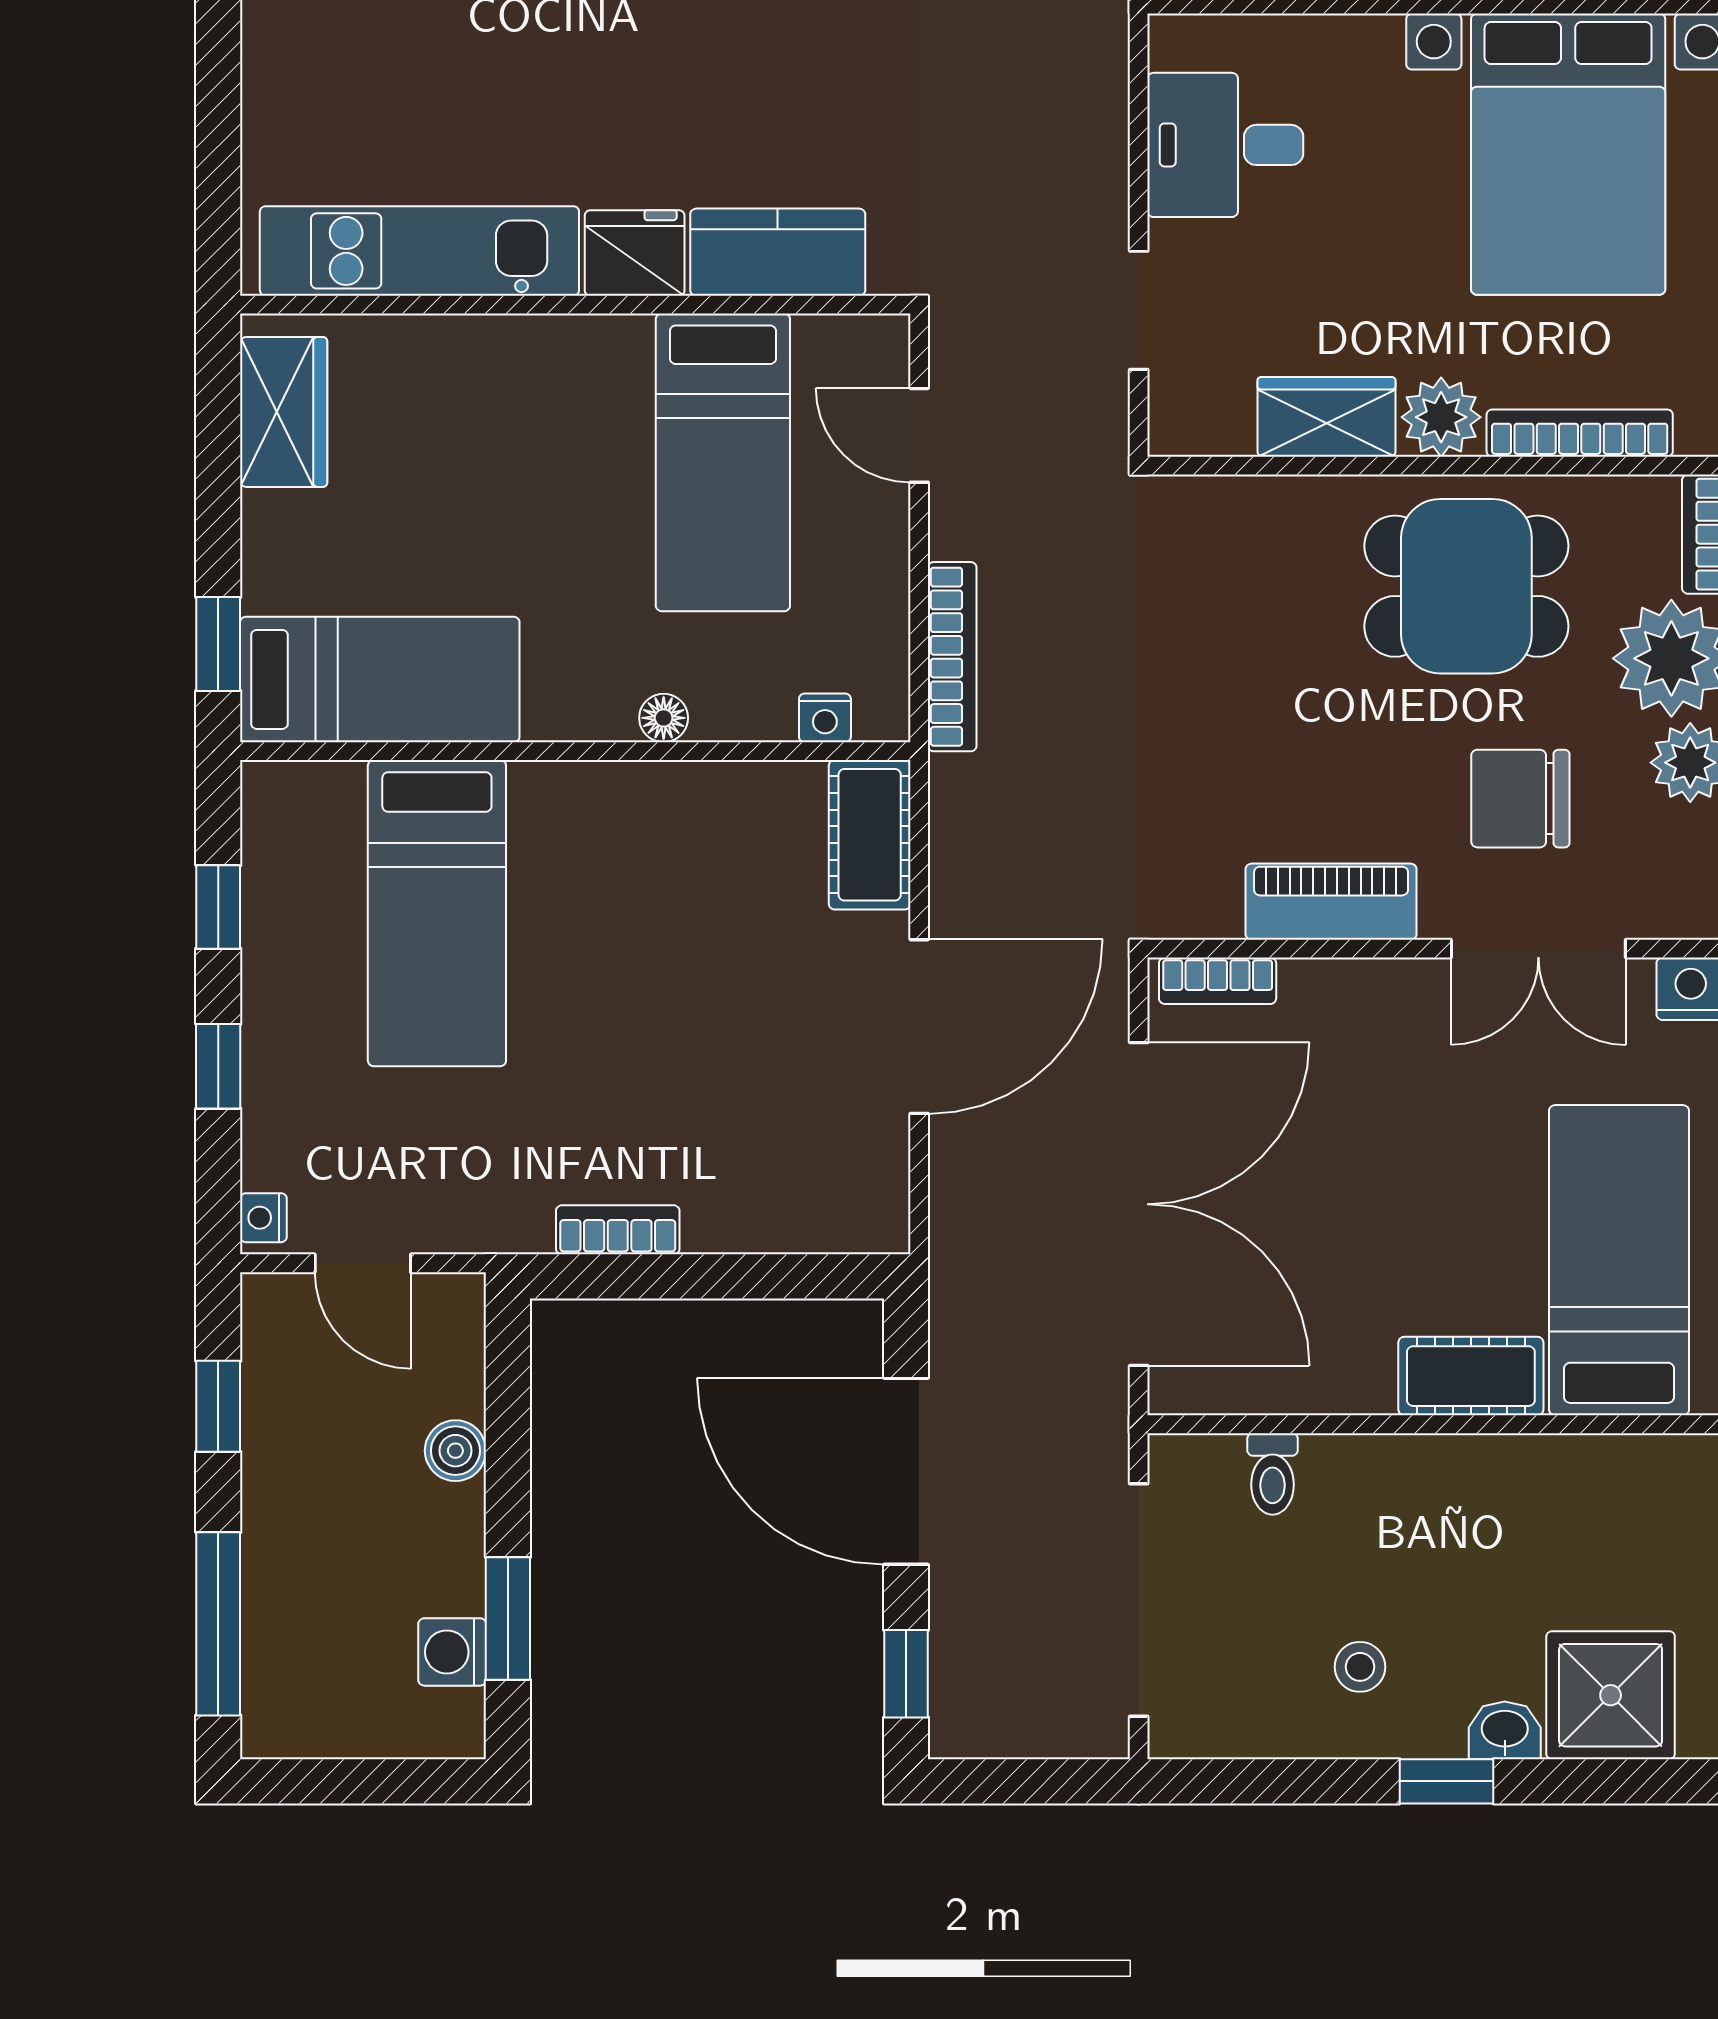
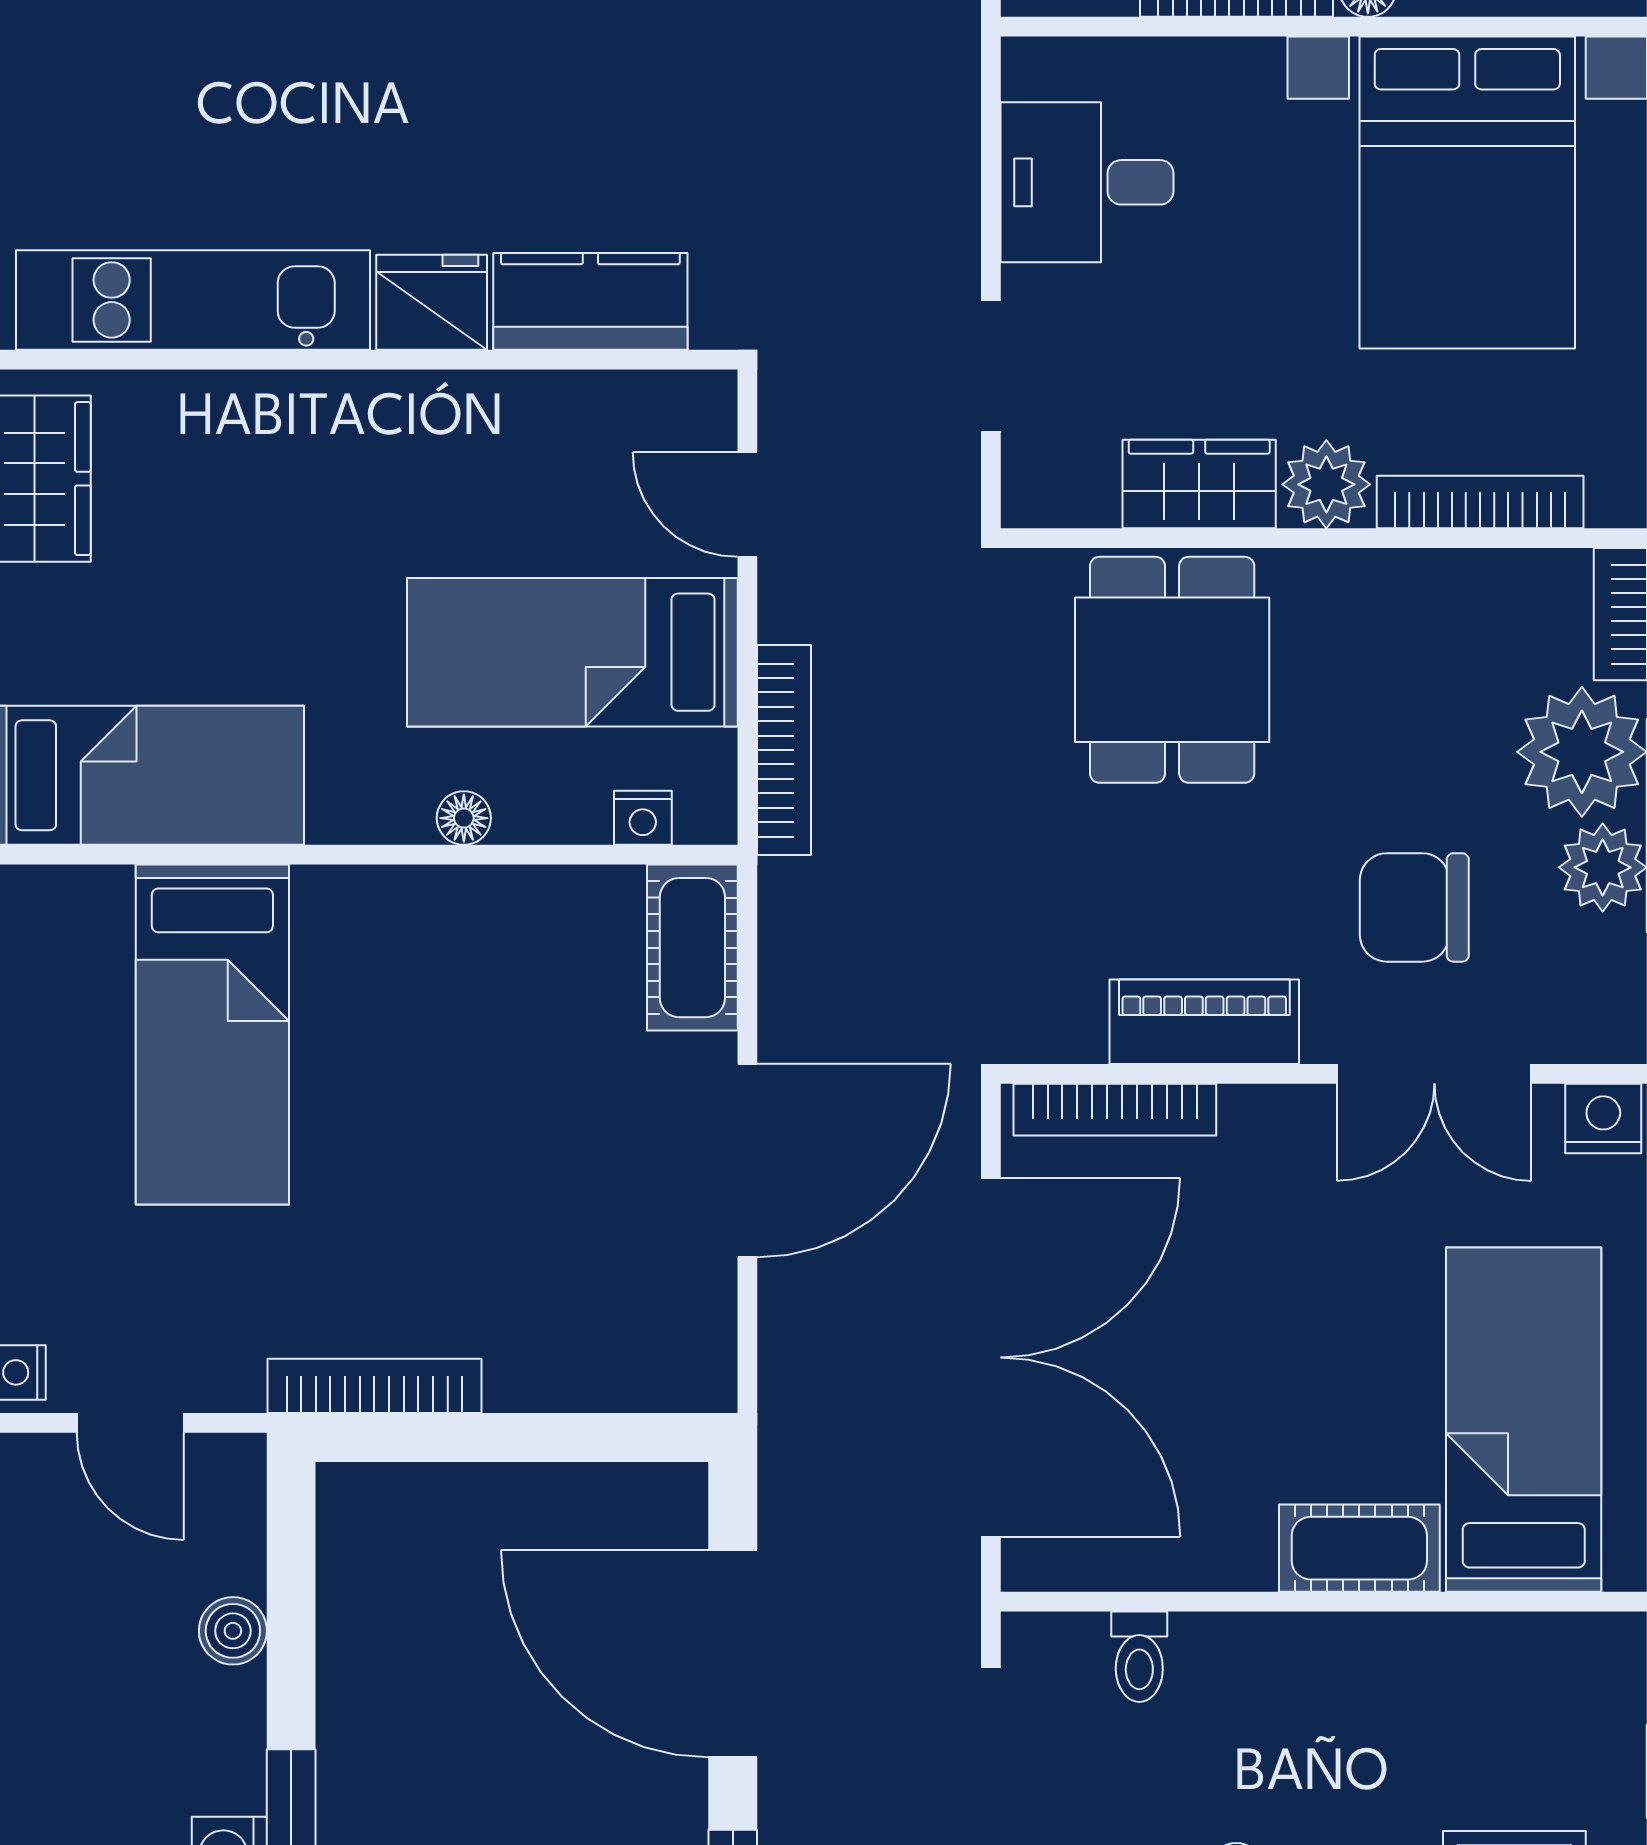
bed: (723, 462) -> (572, 652), moved, turned 90
dining table: (1466, 586) -> (1172, 670), moved, turned 90
bookcase: (1218, 981) -> (1115, 1110), width x1.56
bookcase: (618, 1230) -> (374, 1386), width x1.56

